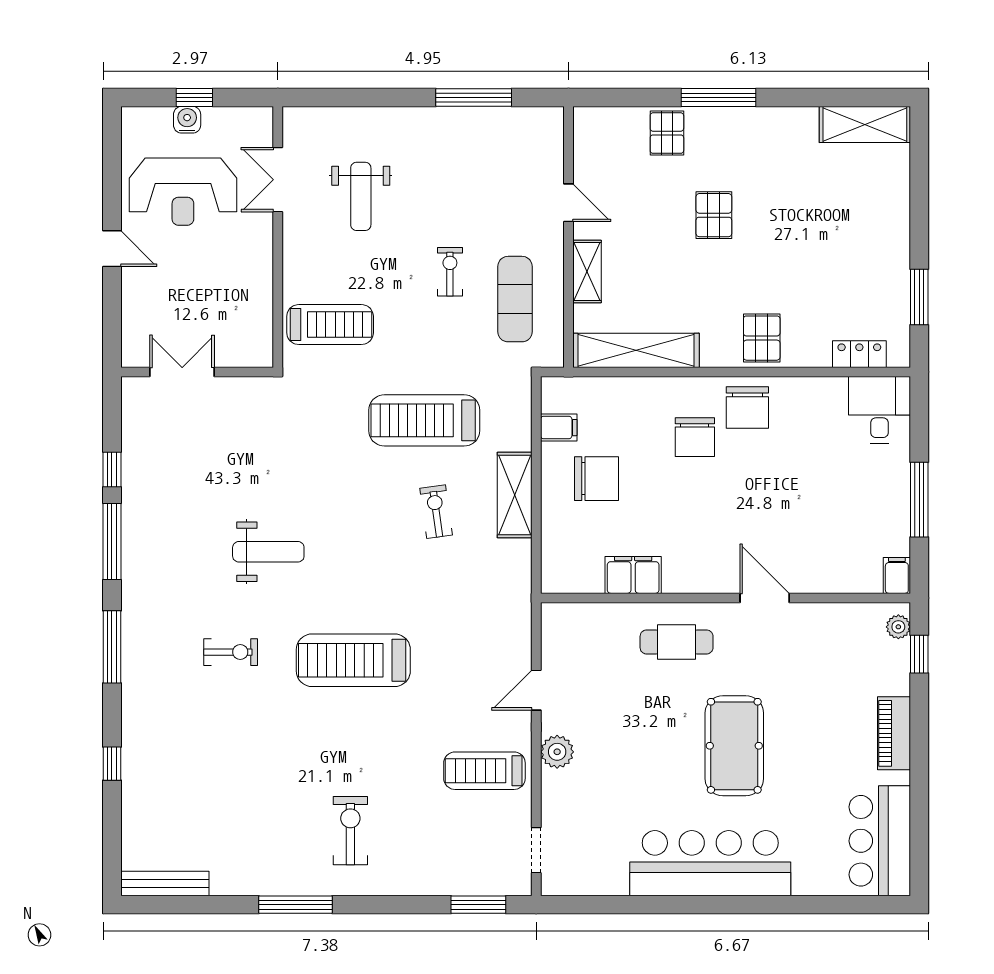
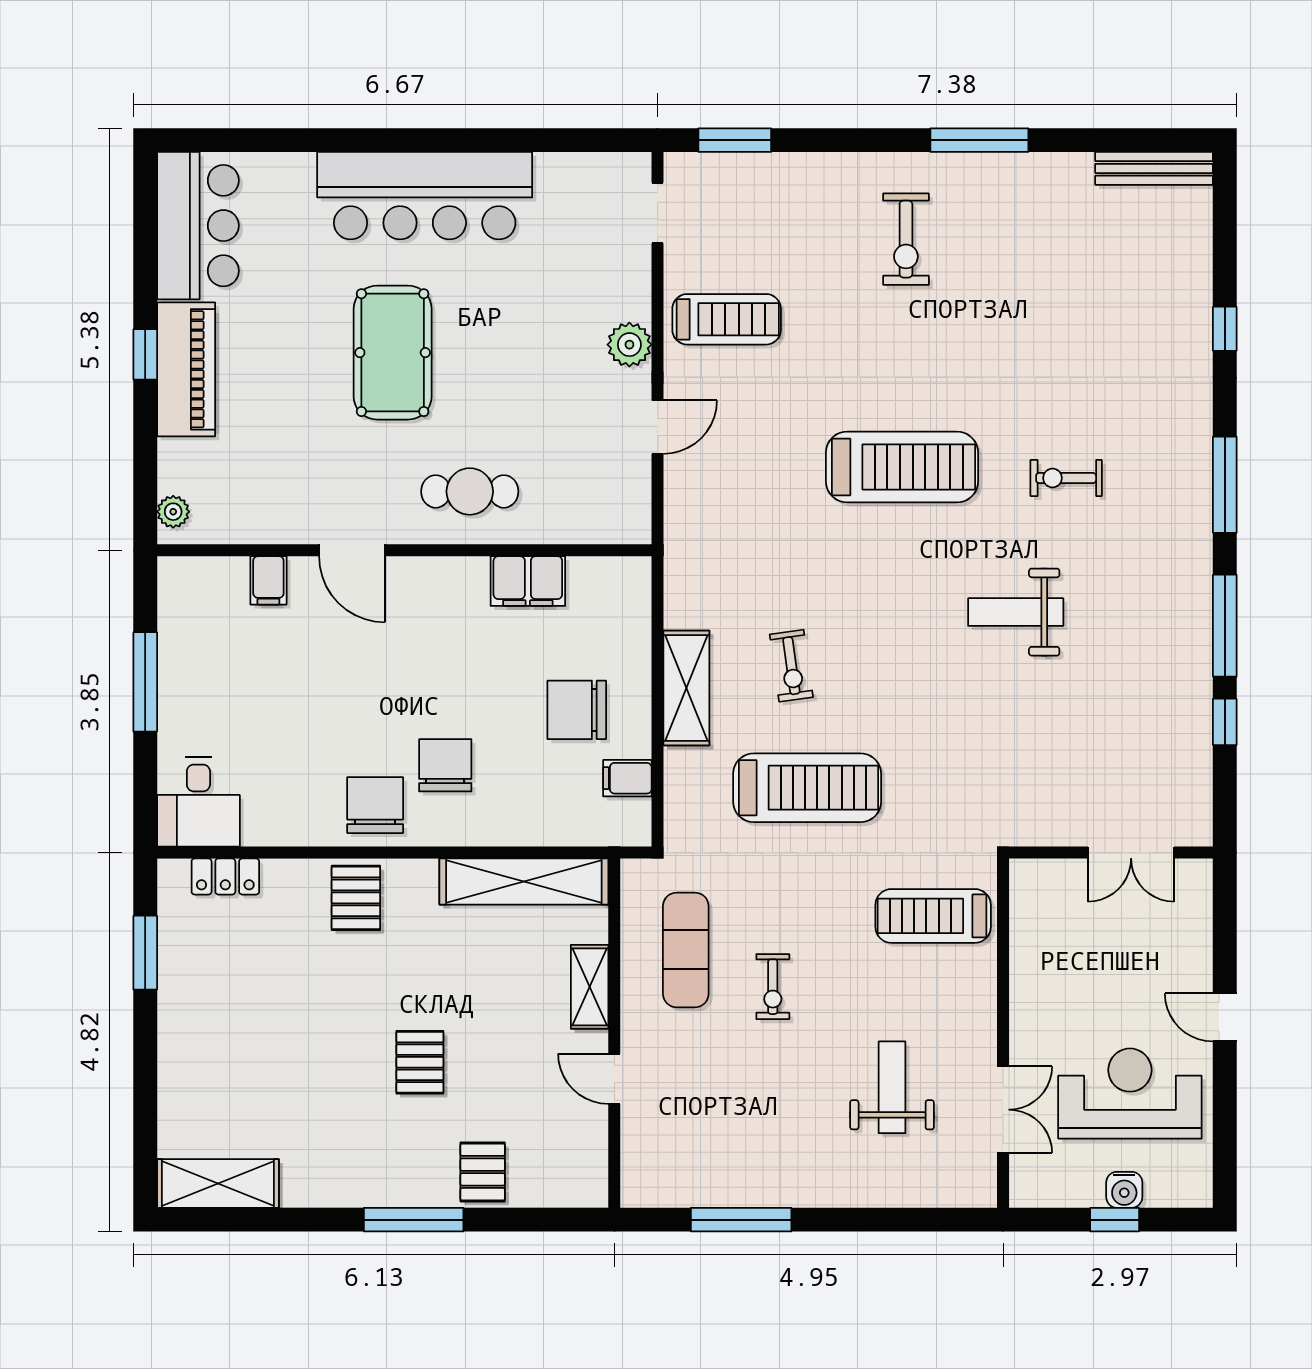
filing cabinet: (897, 575) -> (268, 580), moved
window: (919, 654) -> (145, 354), moved
piano: (894, 733) -> (186, 369), width x1.37, depth x1.33

